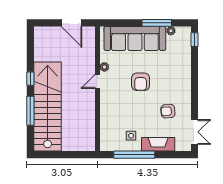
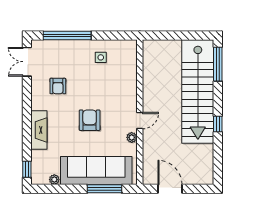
window: (157, 23) -> (104, 189), moved
window: (30, 111) -> (218, 64), moved
armchair: (168, 111) -> (58, 86), turned 95
fireplace: (158, 144) -> (39, 130), moved, turned -90
window: (134, 155) -> (67, 35), moved

